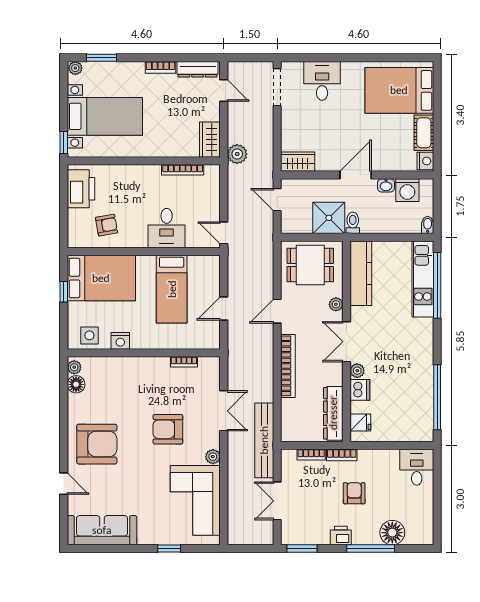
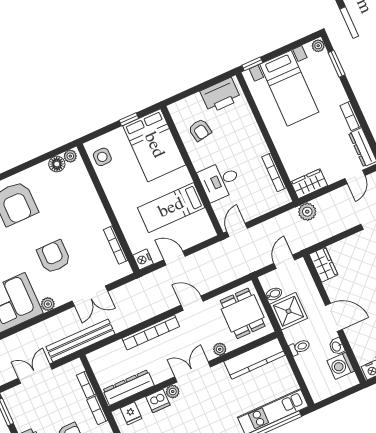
toilet: (353, 223) -> (300, 347), moved
bidet: (428, 225) -> (274, 294), moved
nightstand: (120, 341) -> (143, 259), moved
bookcase: (184, 362) -> (116, 245), width x1.56

